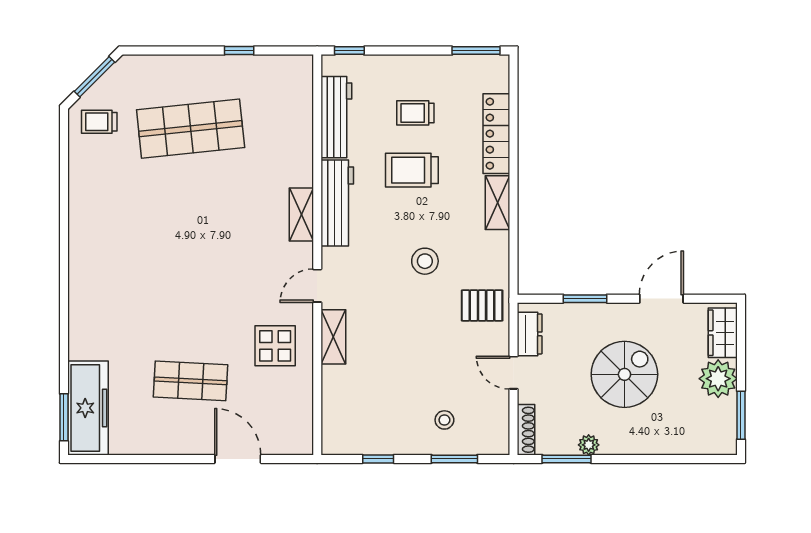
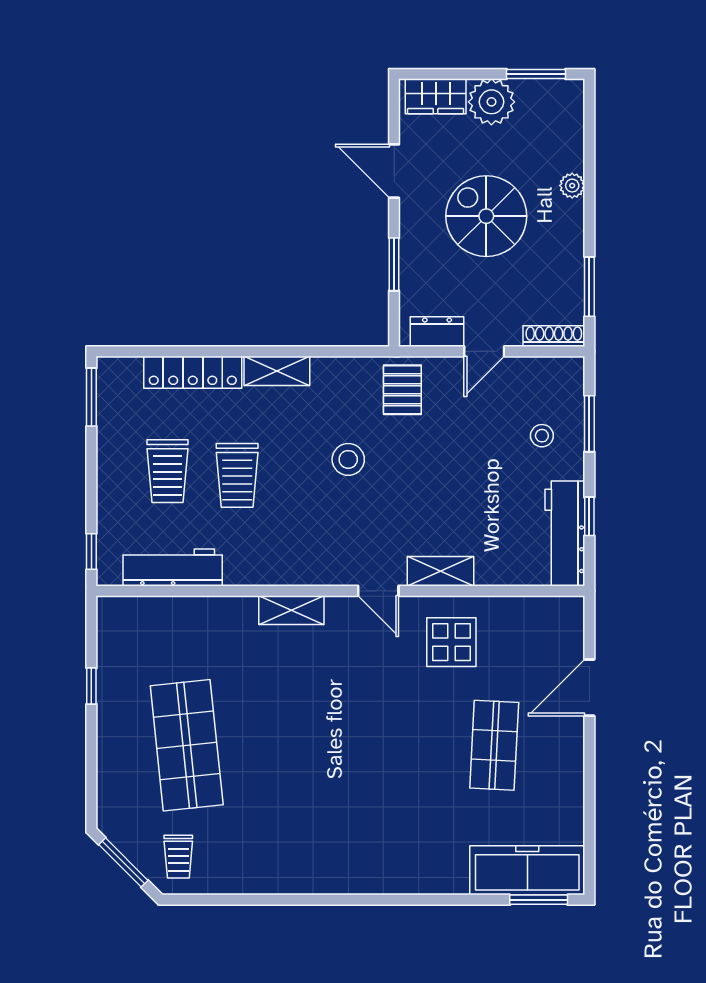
trolley: (415, 113) -> (168, 471), width x1.36, depth x1.39
workbench: (337, 203) -> (565, 533), moved, turned -90
plant: (589, 445) -> (572, 186), moved

